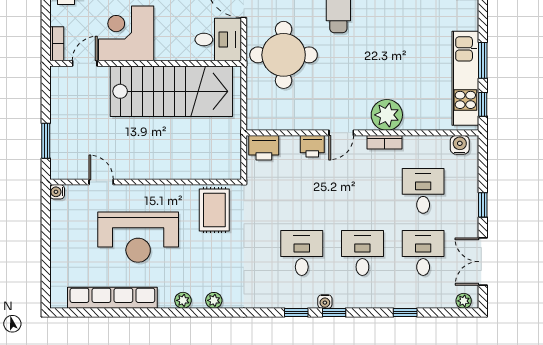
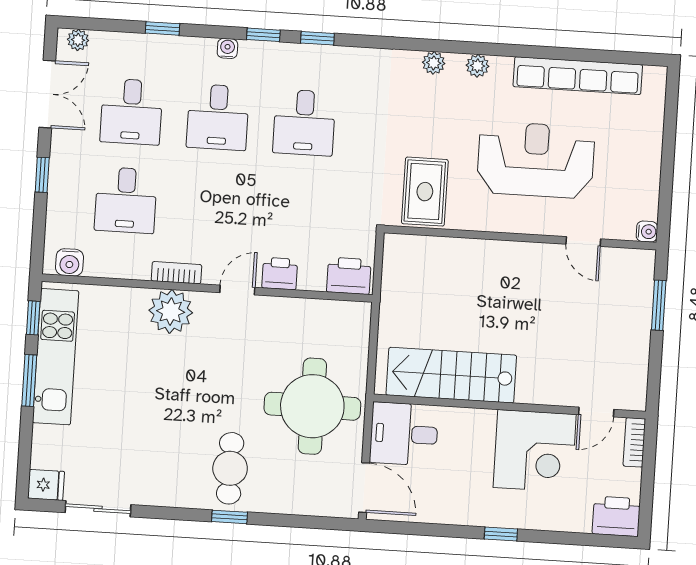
stairs: (171, 91) -> (451, 375), width x0.73, depth x0.66
water cooler: (325, 302) -> (227, 48), moved

